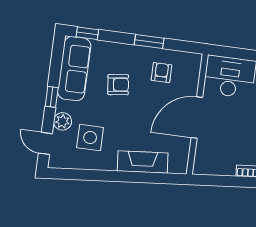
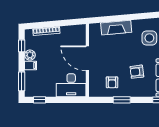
door: (197, 118) -> (87, 58), swing flipped

